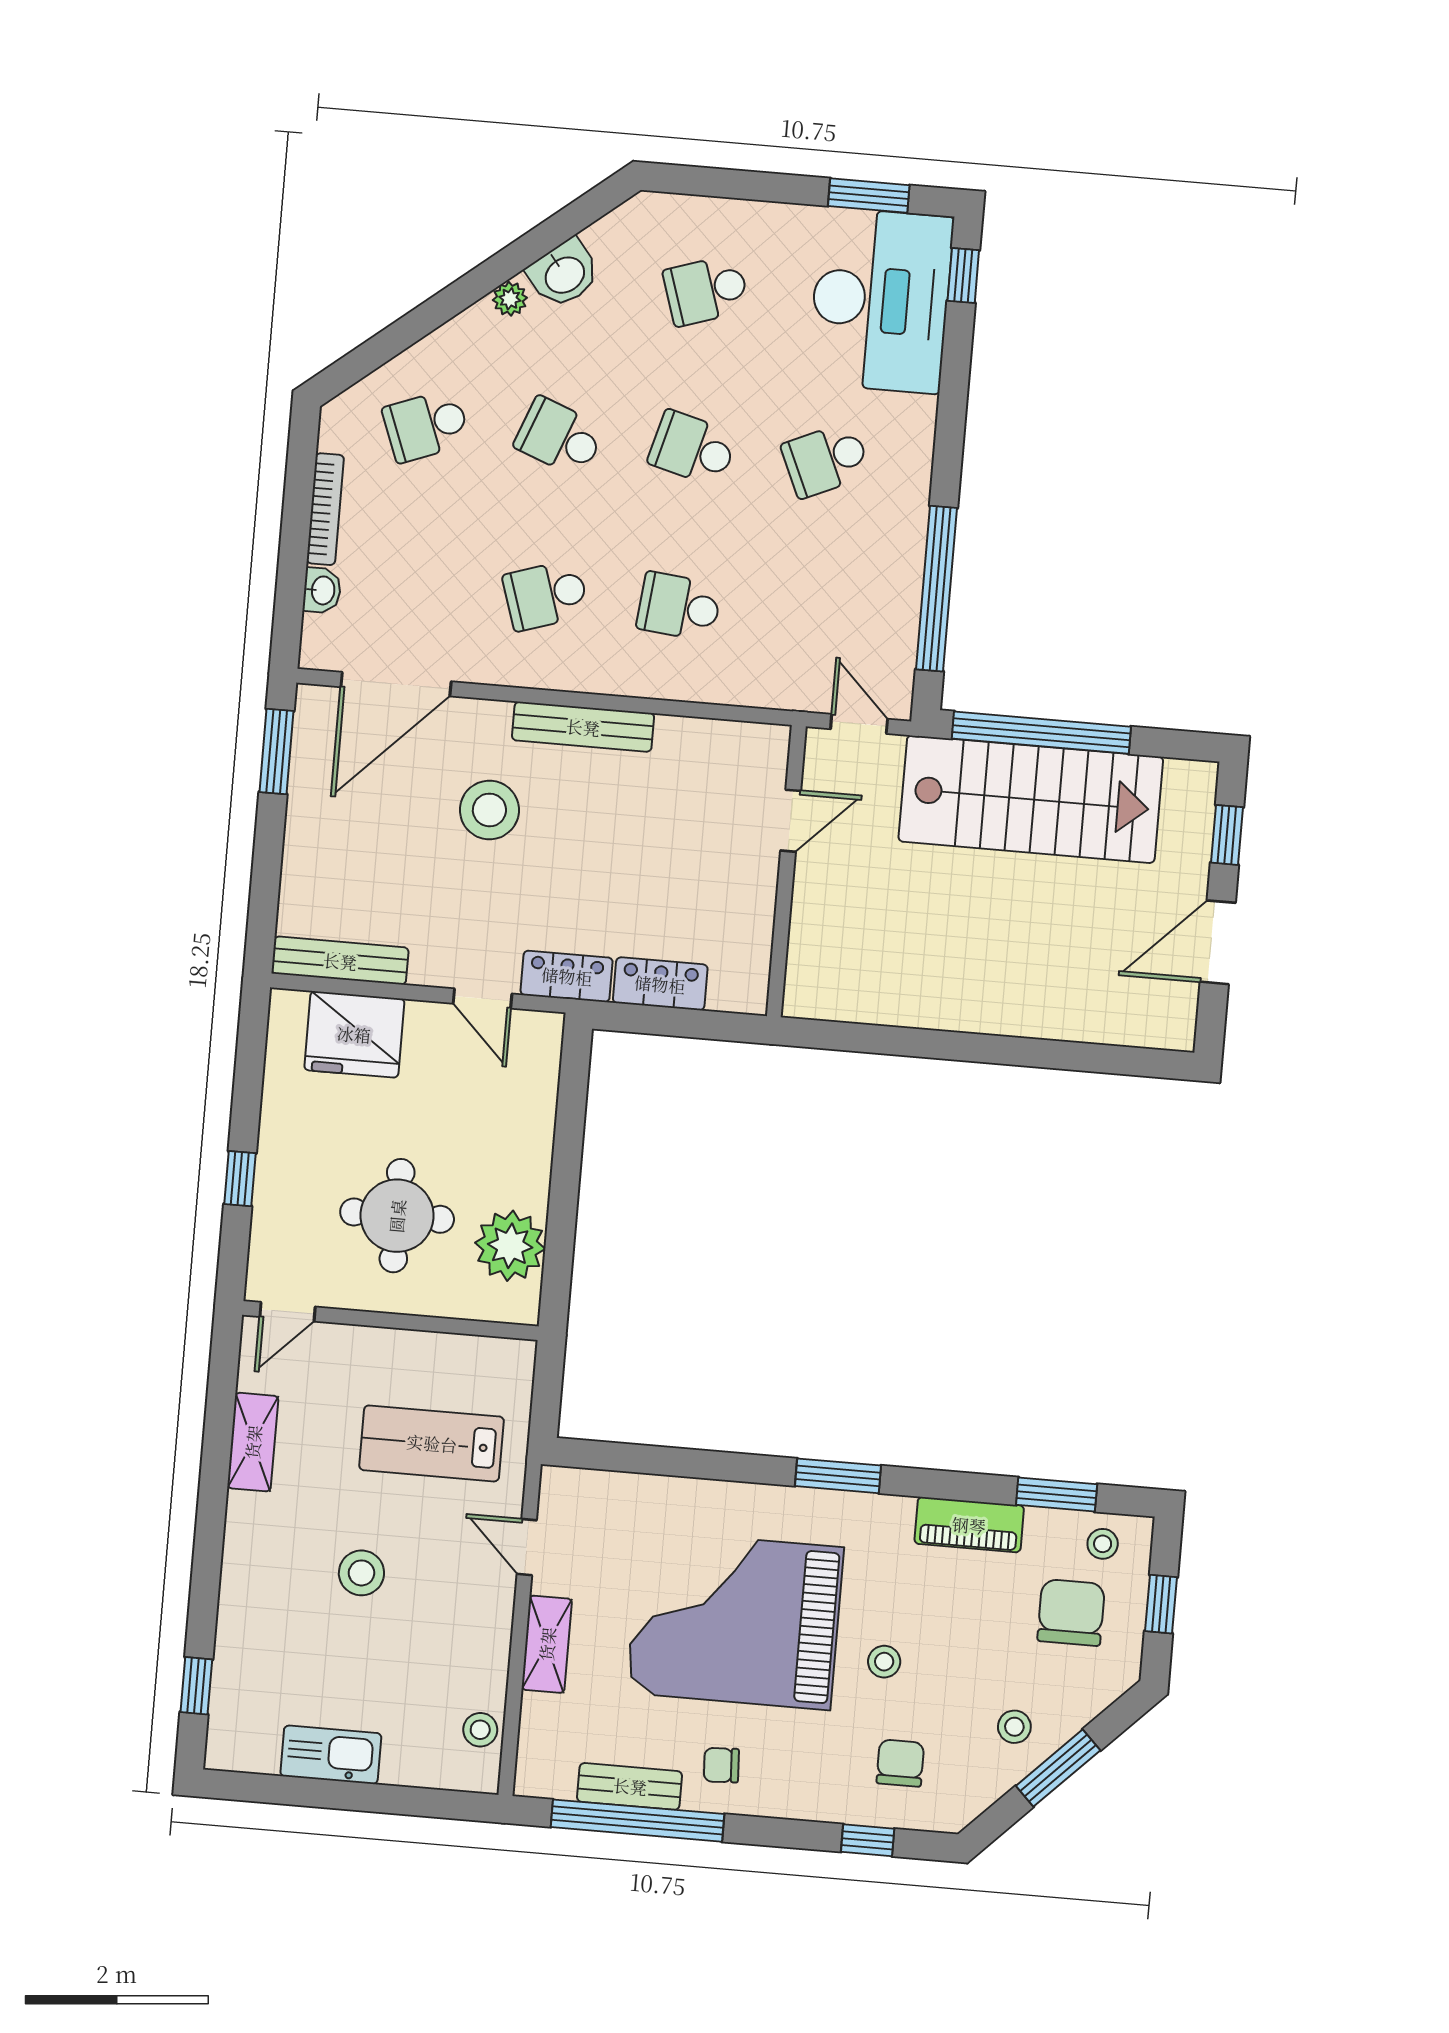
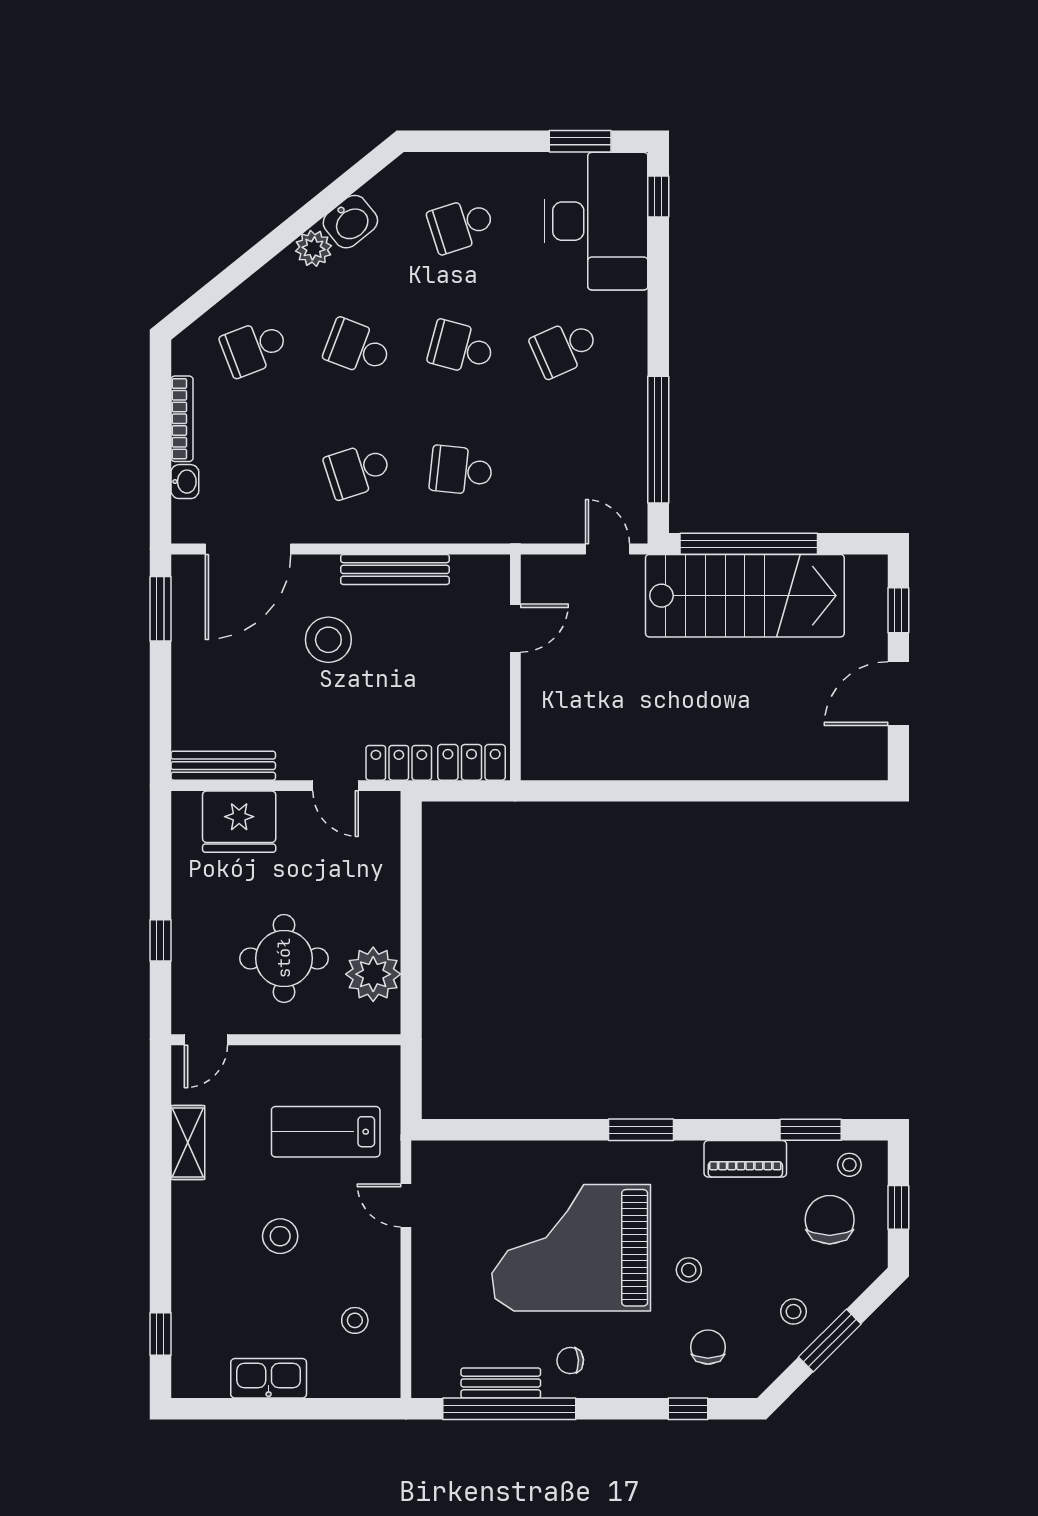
plant: (510, 299) -> (314, 248), width x1.38, depth x1.38
door: (791, 821) -> (515, 628), moved
wall: (786, 871) -> (515, 667), moved
shelving: (547, 1644) -> (428, 1279), removed
stool: (480, 1730) -> (355, 1320), moved

